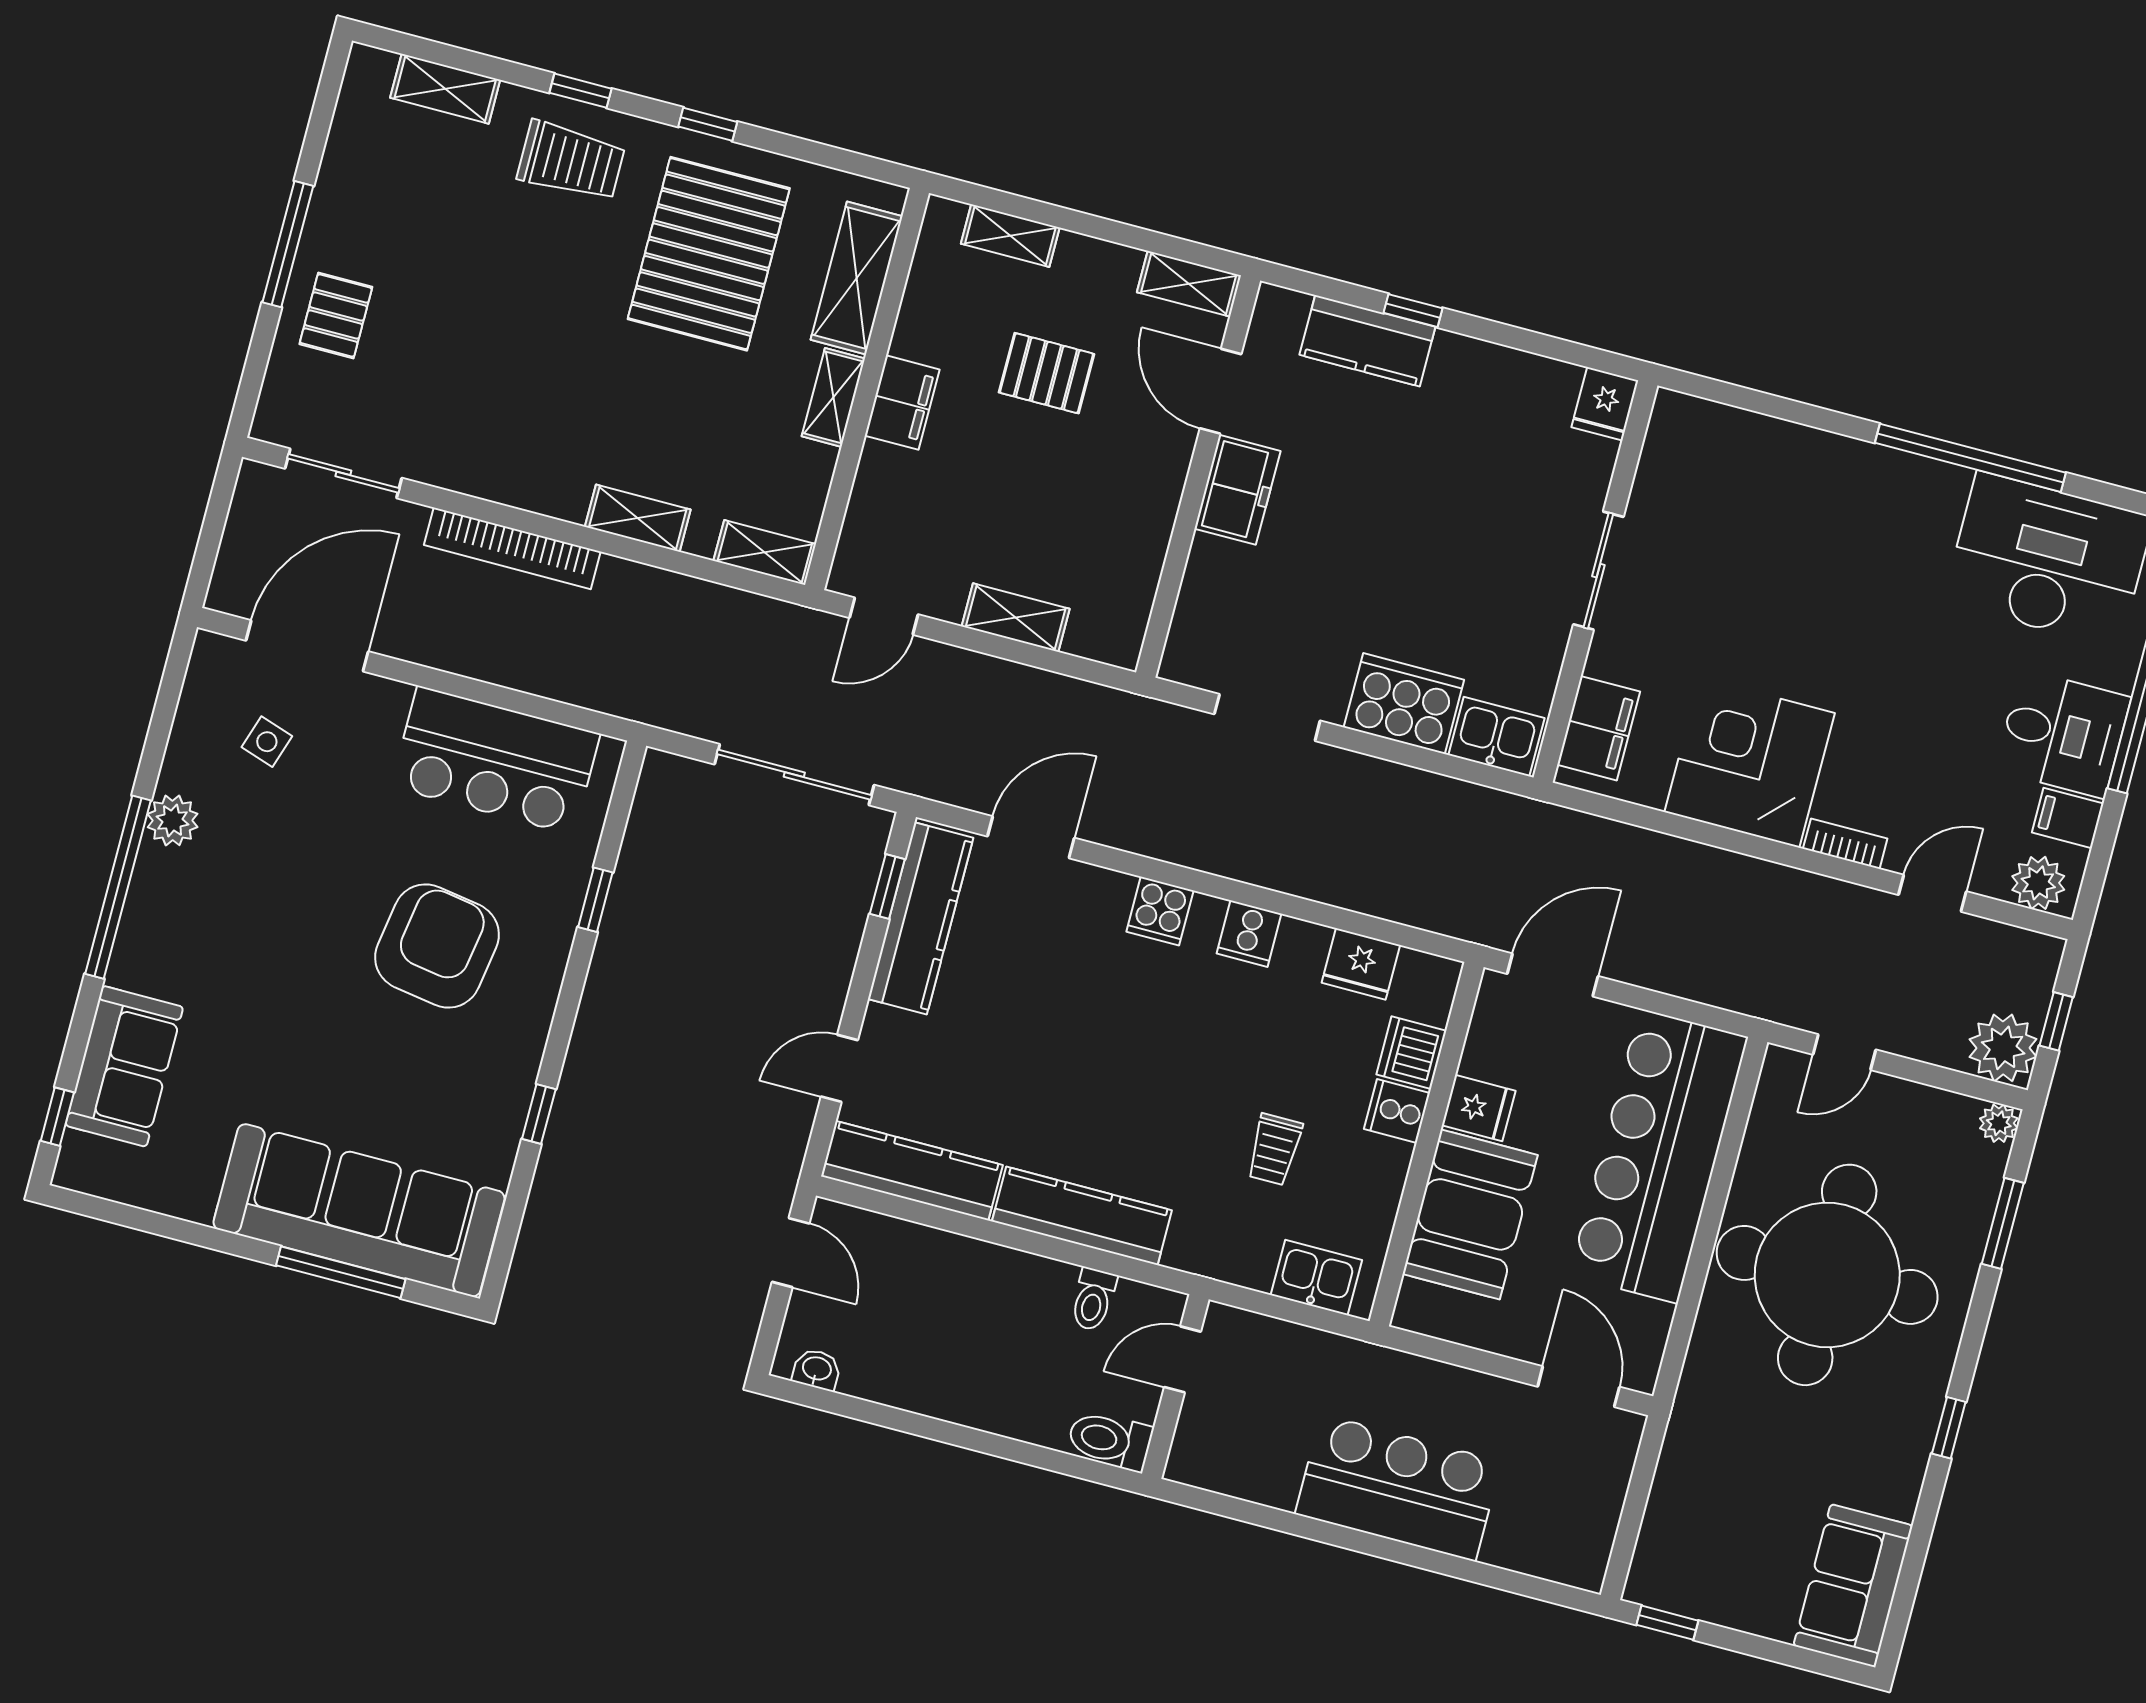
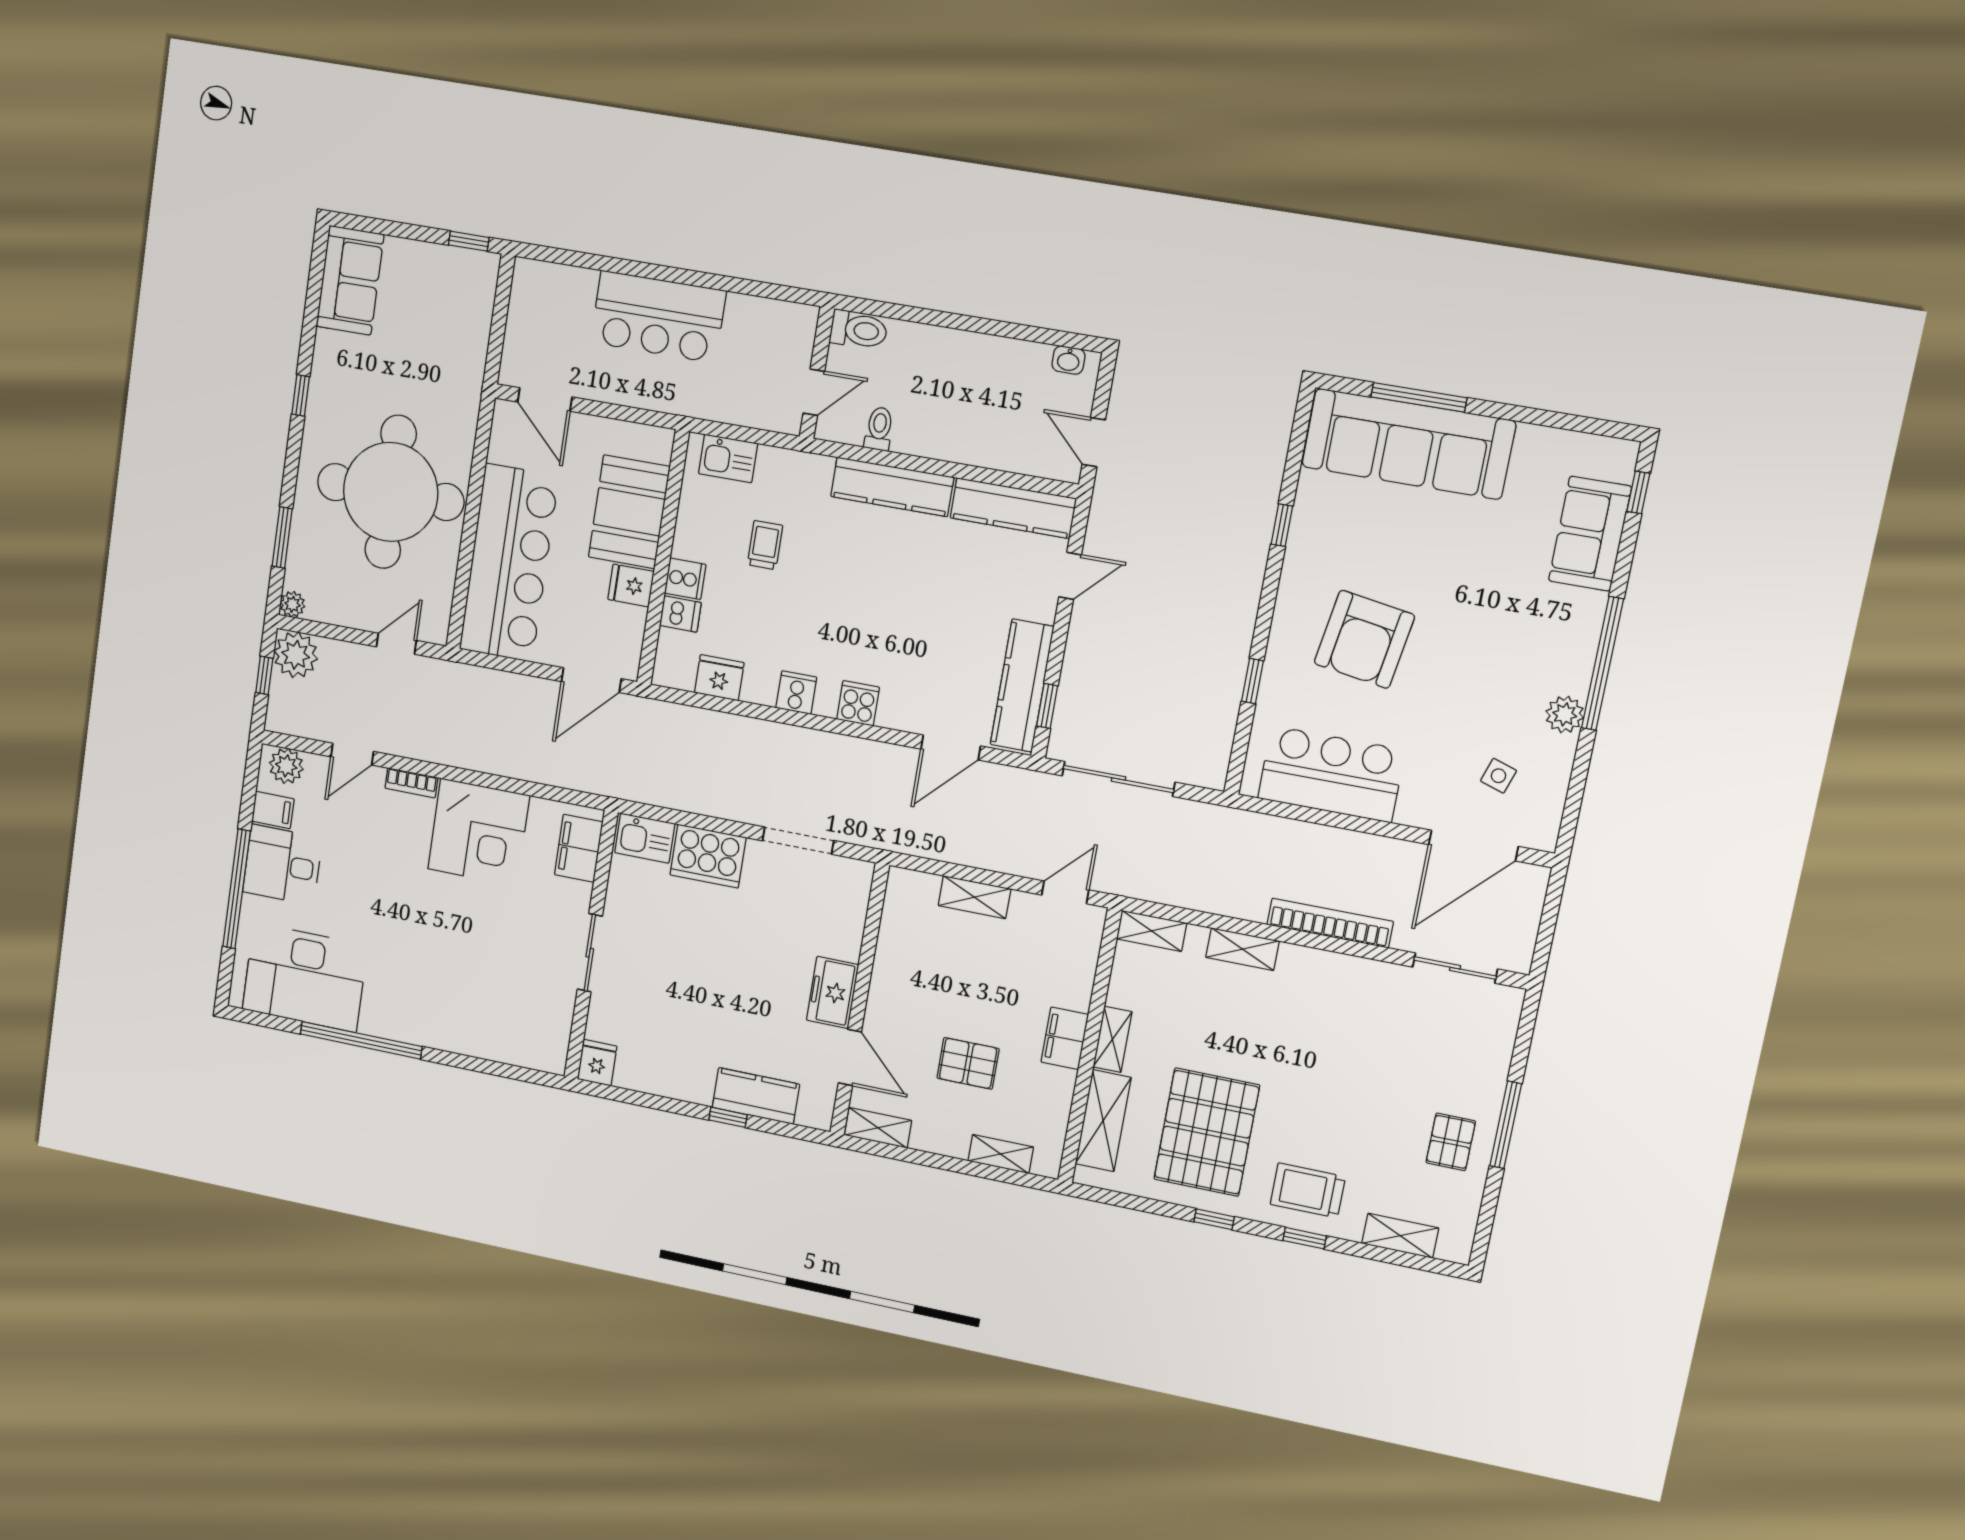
pallet: (336, 315) -> (1451, 1142), moved
dishwasher: (1411, 1053) -> (680, 614), width x0.73

